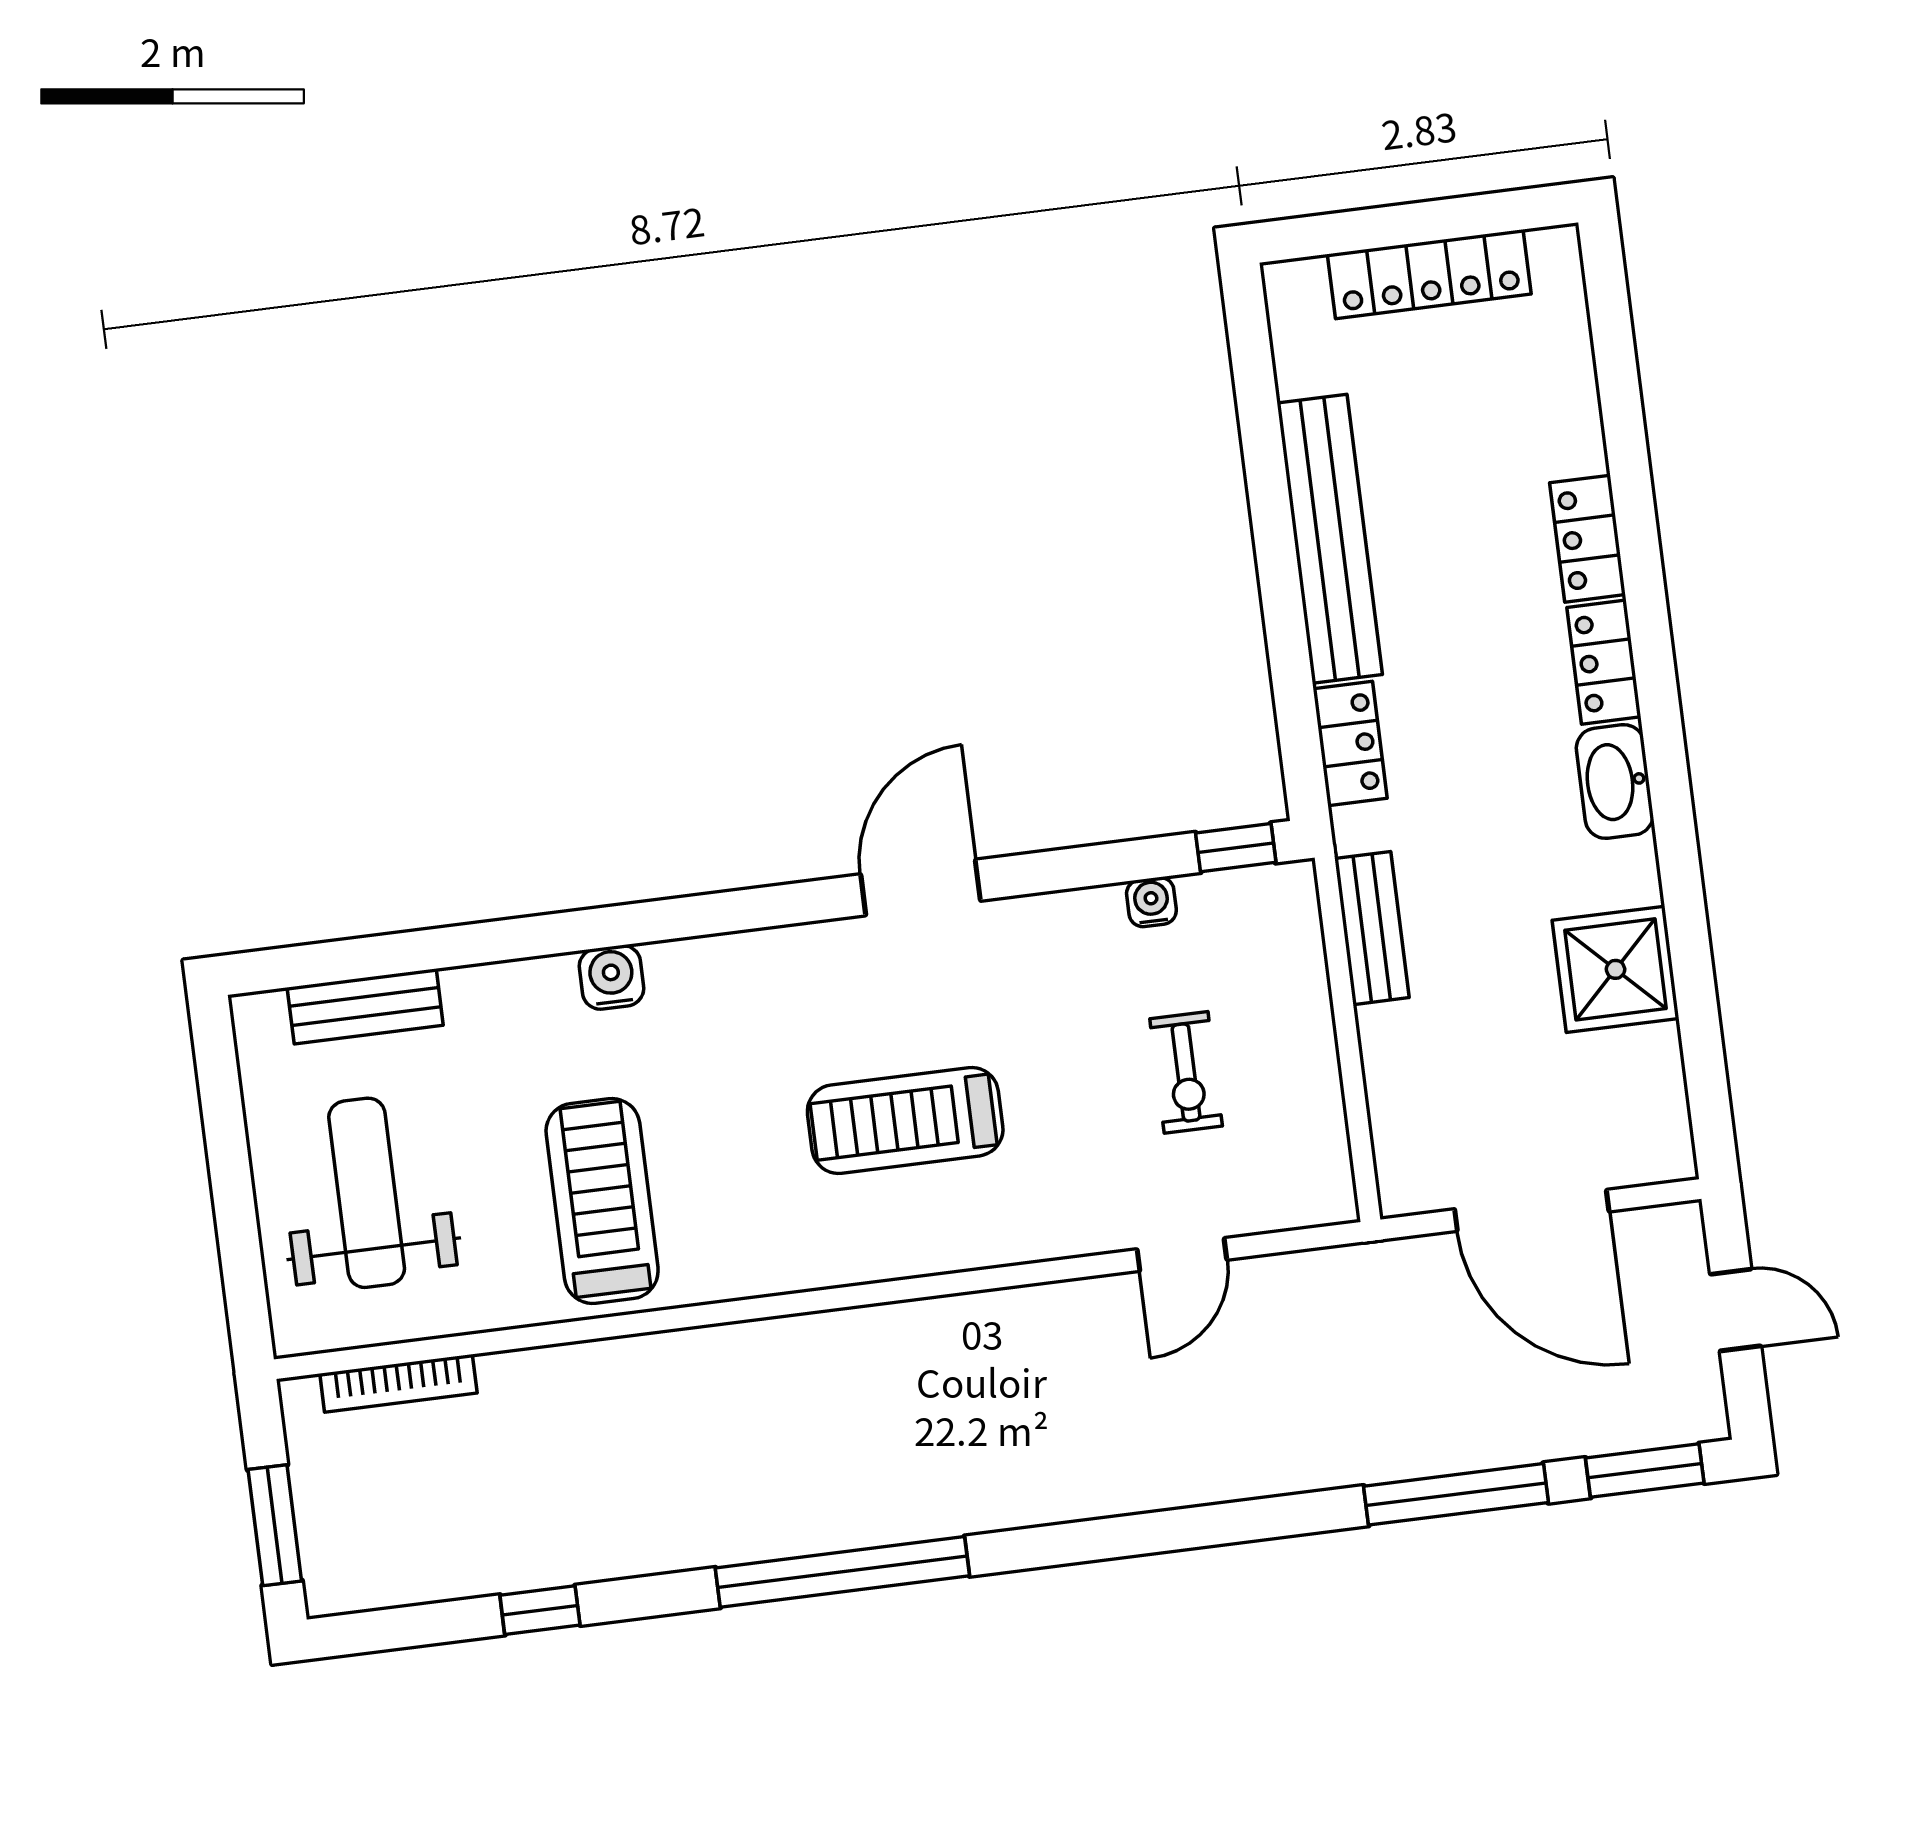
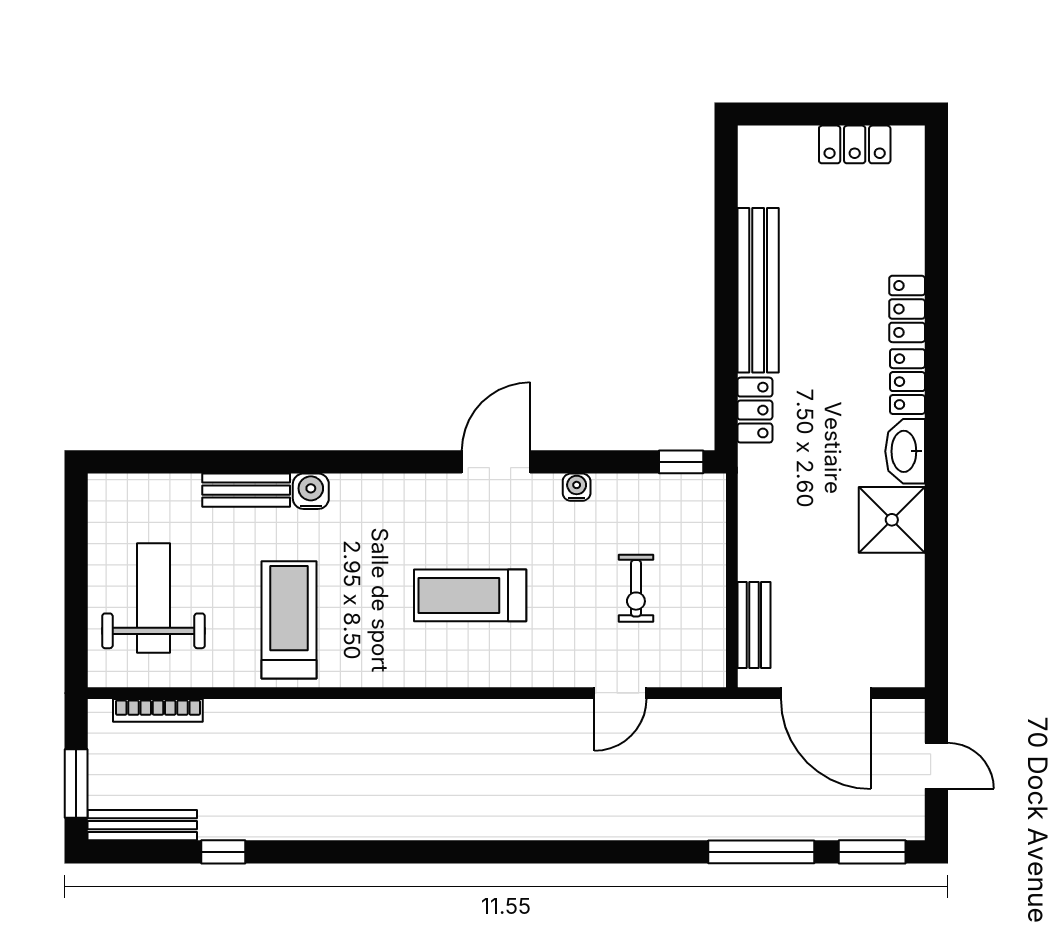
locker: (1429, 274) -> (855, 144), width x0.66
water cooler: (1151, 902) -> (577, 487), moved
bench: (1372, 928) -> (754, 625), moved
shower: (1616, 969) -> (892, 520), moved
bench: (365, 1006) -> (246, 490), moved
window: (842, 1572) -> (401, 852), removed
bench: (396, 1582) -> (142, 825), added

